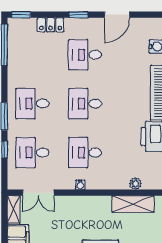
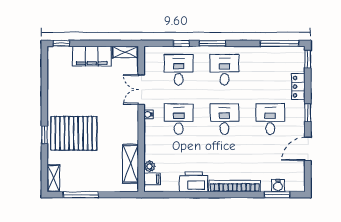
door: (117, 15) -> (308, 149), hinge flipped
filing cabinet: (149, 181) -> (152, 179), added
double door: (38, 193) -> (141, 90), moved

